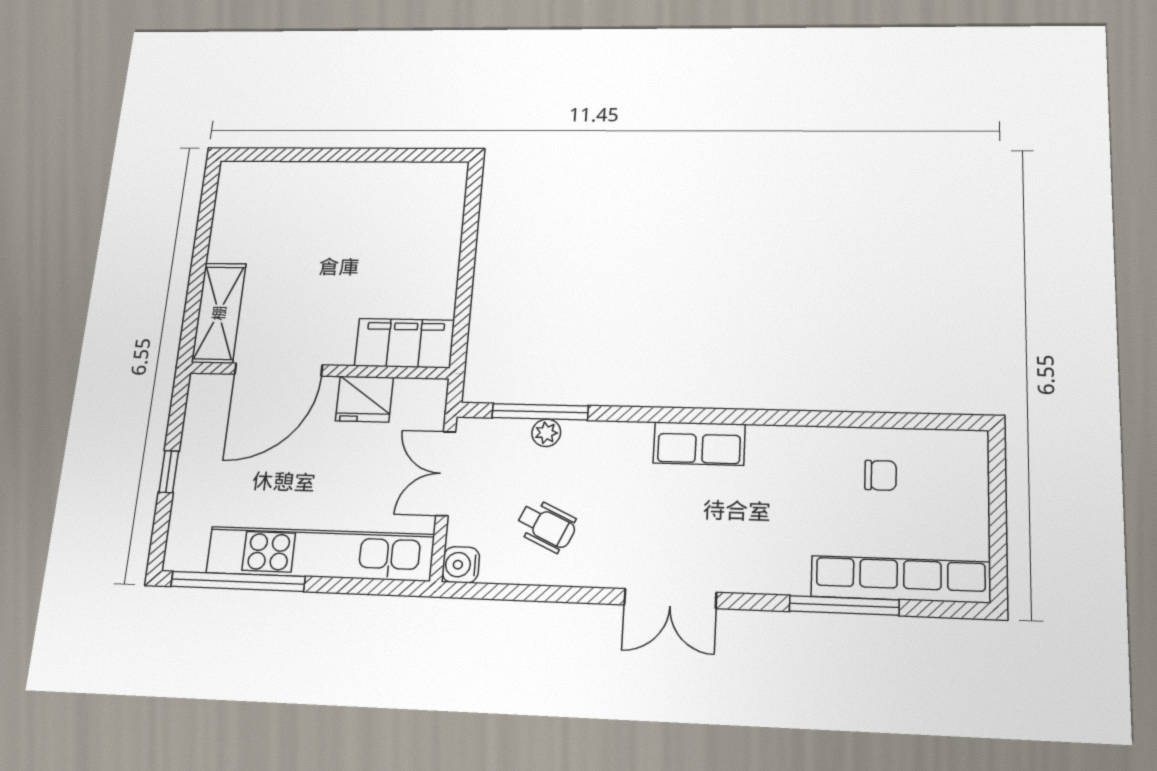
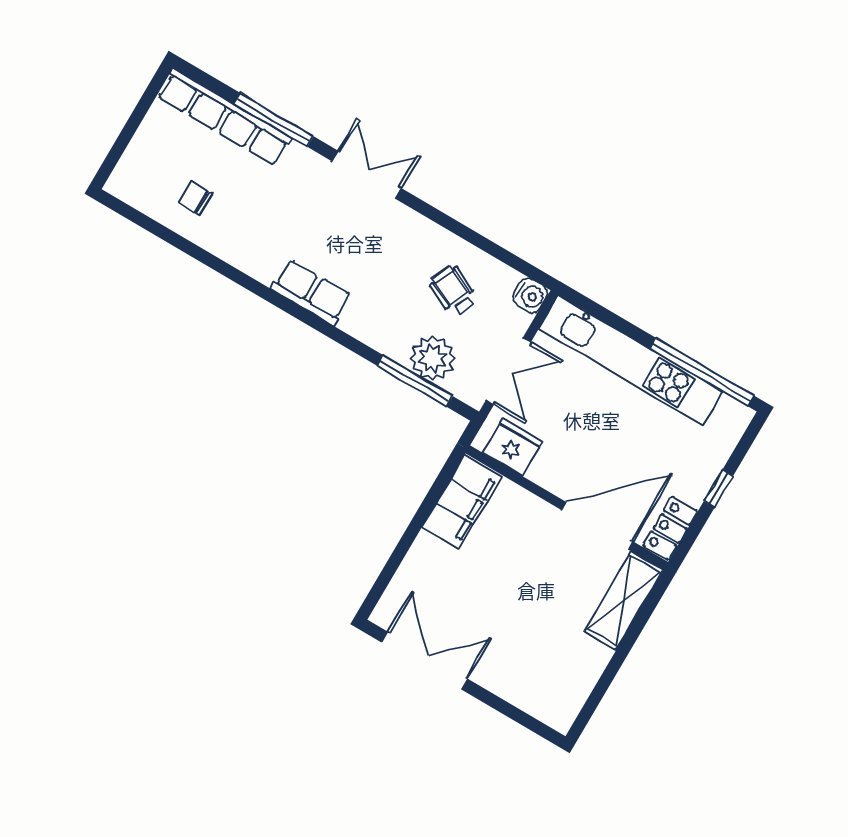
double door: (393, 155) -> (425, 661), added
filing cabinet: (404, 343) -> (462, 502), moved, turned -90
fridge: (364, 399) -> (512, 447), moved
locker: (202, 406) -> (670, 528), added
plant: (546, 433) -> (433, 358), width x1.87, depth x1.87
double door: (670, 599) -> (367, 175), moved

